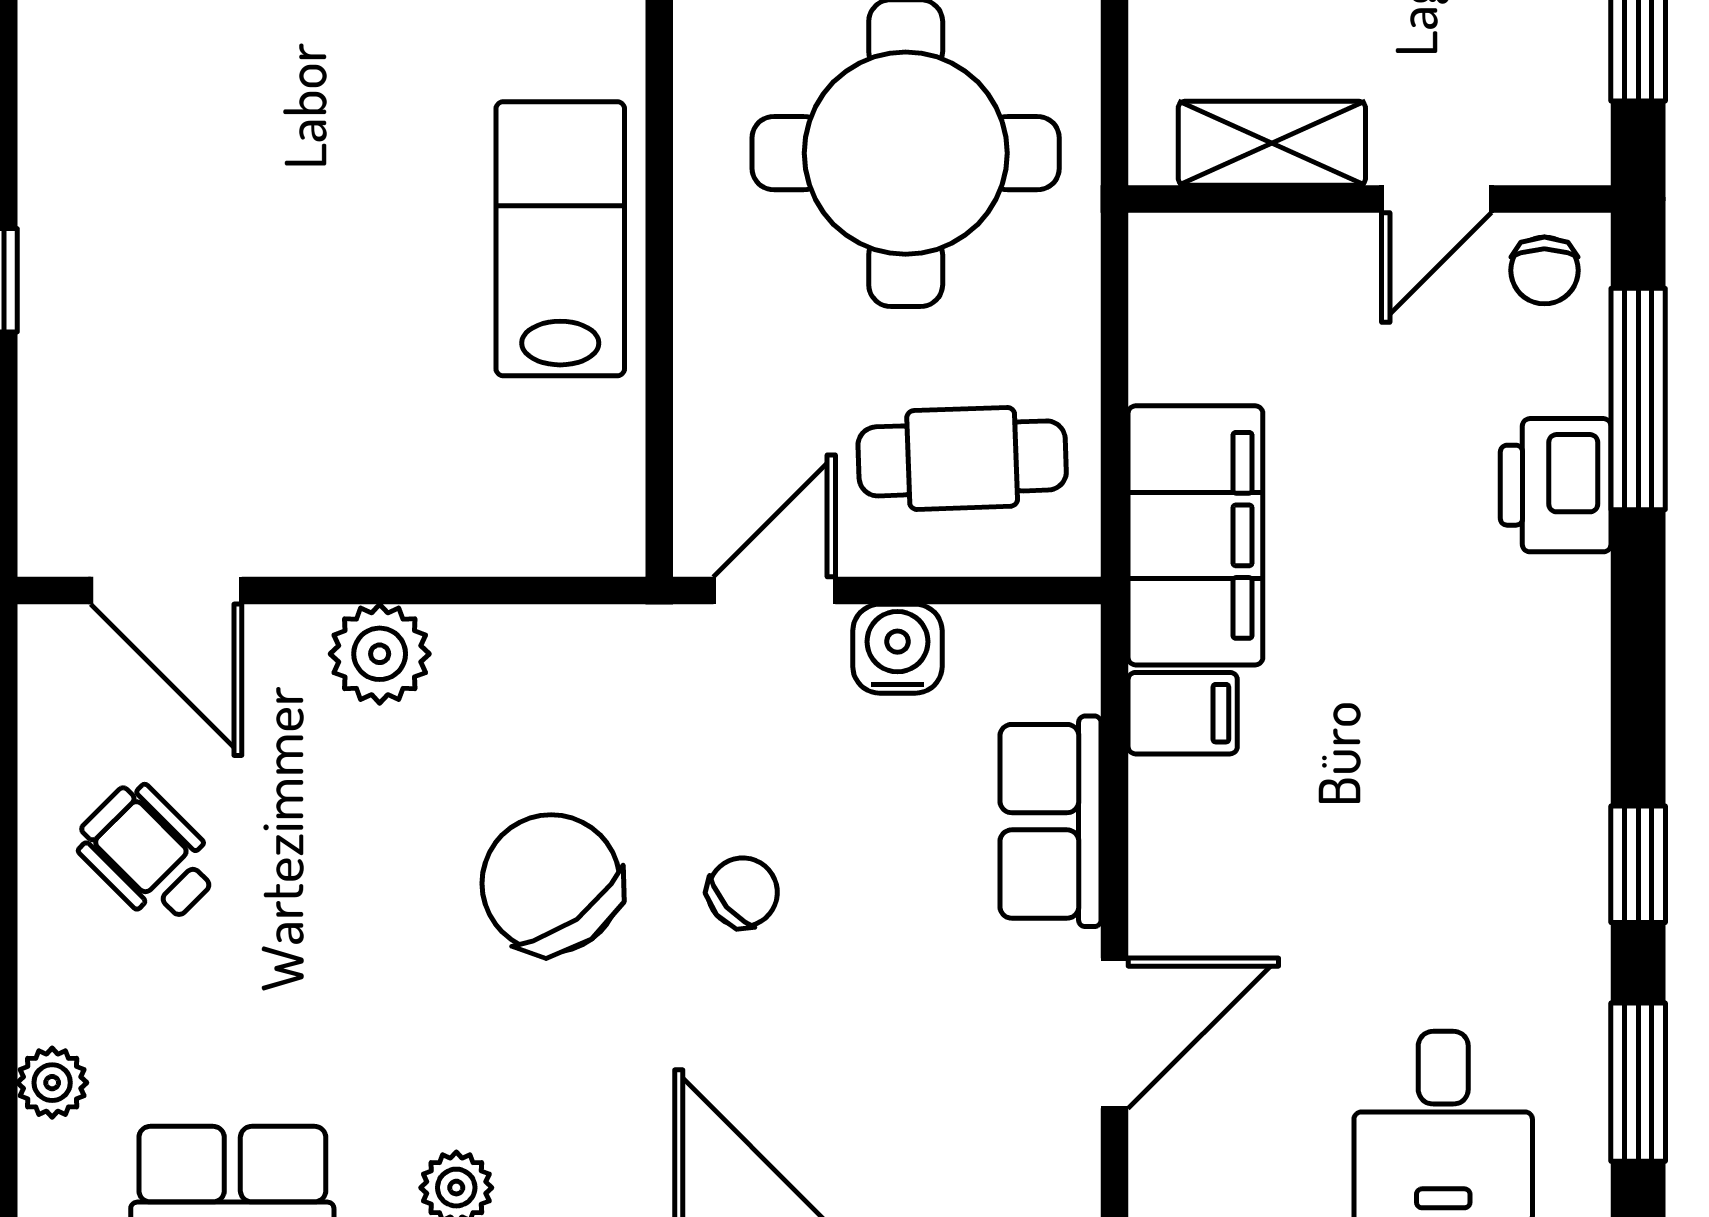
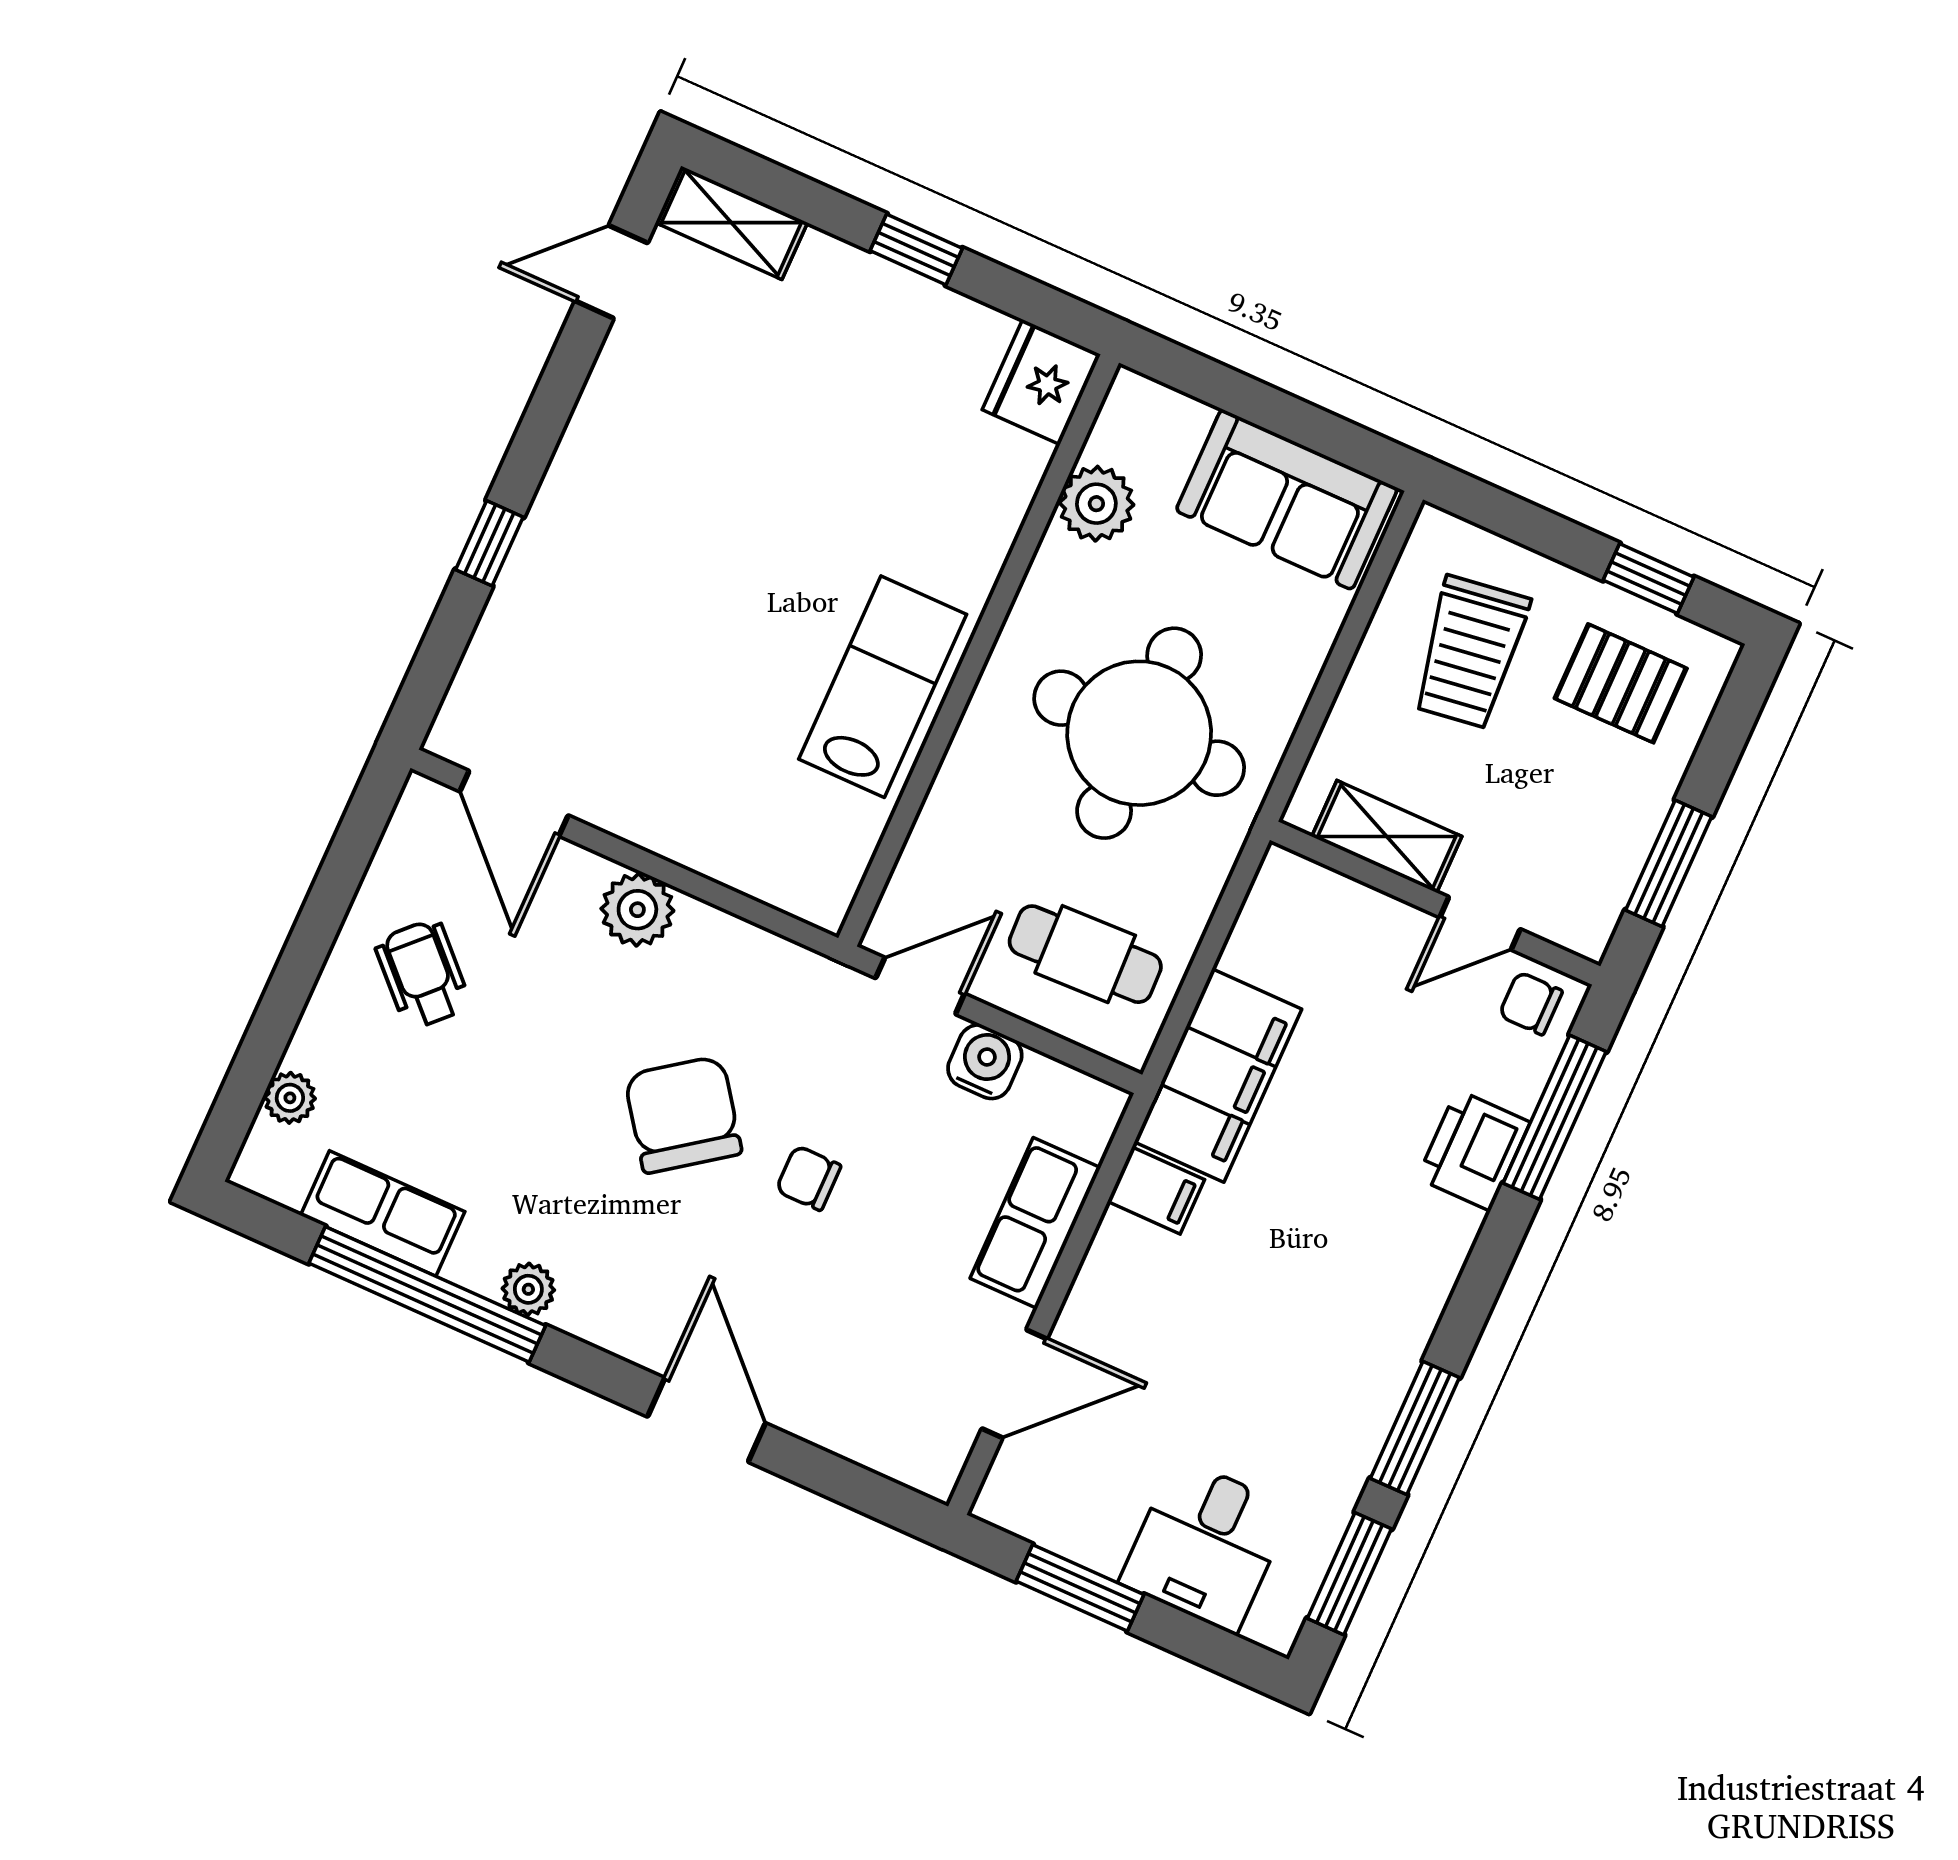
chair: (1544, 270) -> (1531, 1003), turned 90
window: (1638, 864) -> (1415, 1428), width x1.50
chair: (743, 892) -> (808, 1178), turned -139

